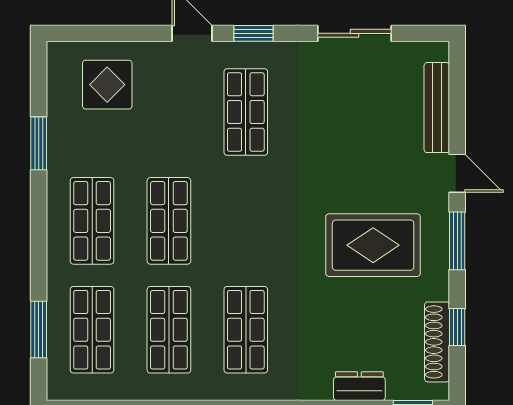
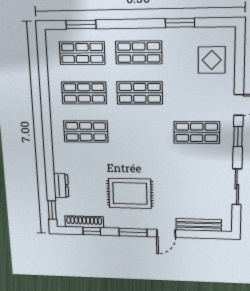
rug: (373, 245) -> (130, 193), turned 90

